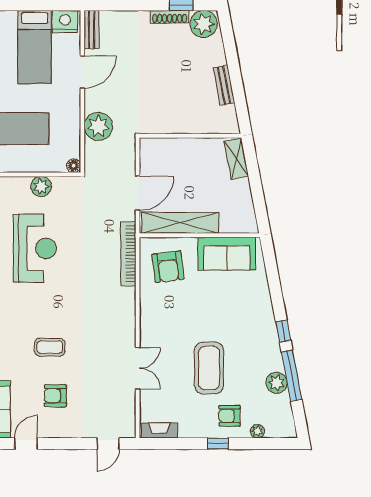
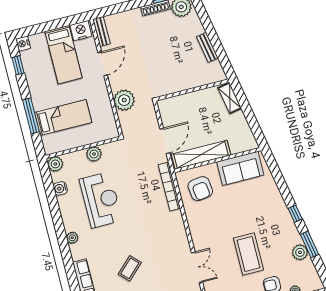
floor lamp: (74, 166) -> (114, 133), removed
coffee table: (50, 347) -> (130, 268), turned -44
window: (292, 376) -> (310, 244), width x0.69

